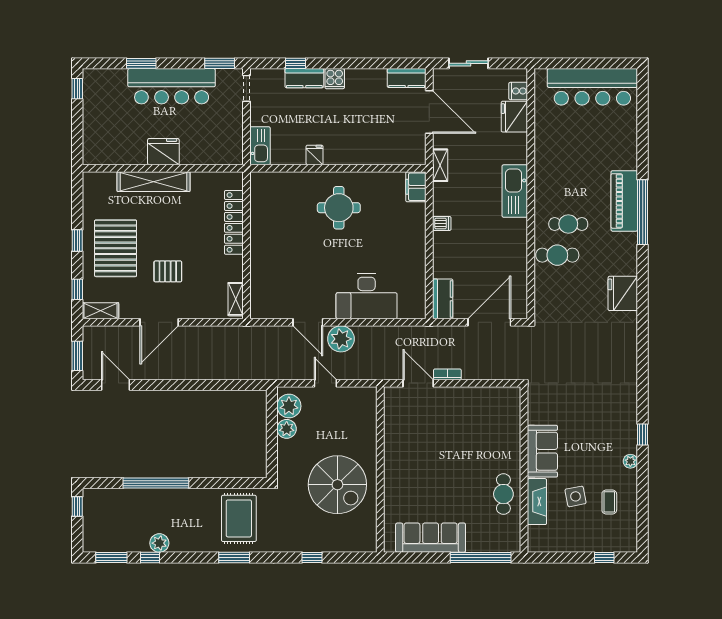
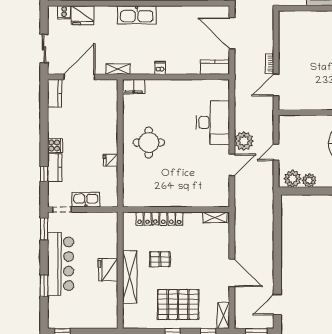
kitchen sink: (260, 146) -> (86, 200), moved
pallet: (168, 271) -> (160, 259), moved, turned 90

